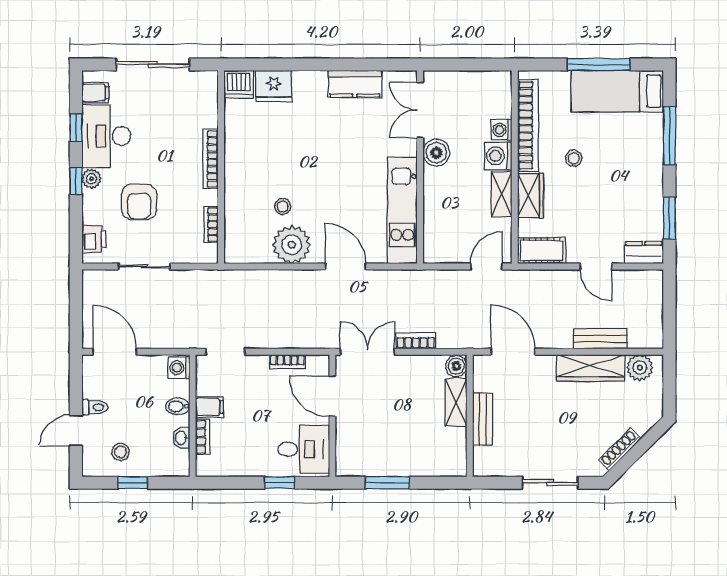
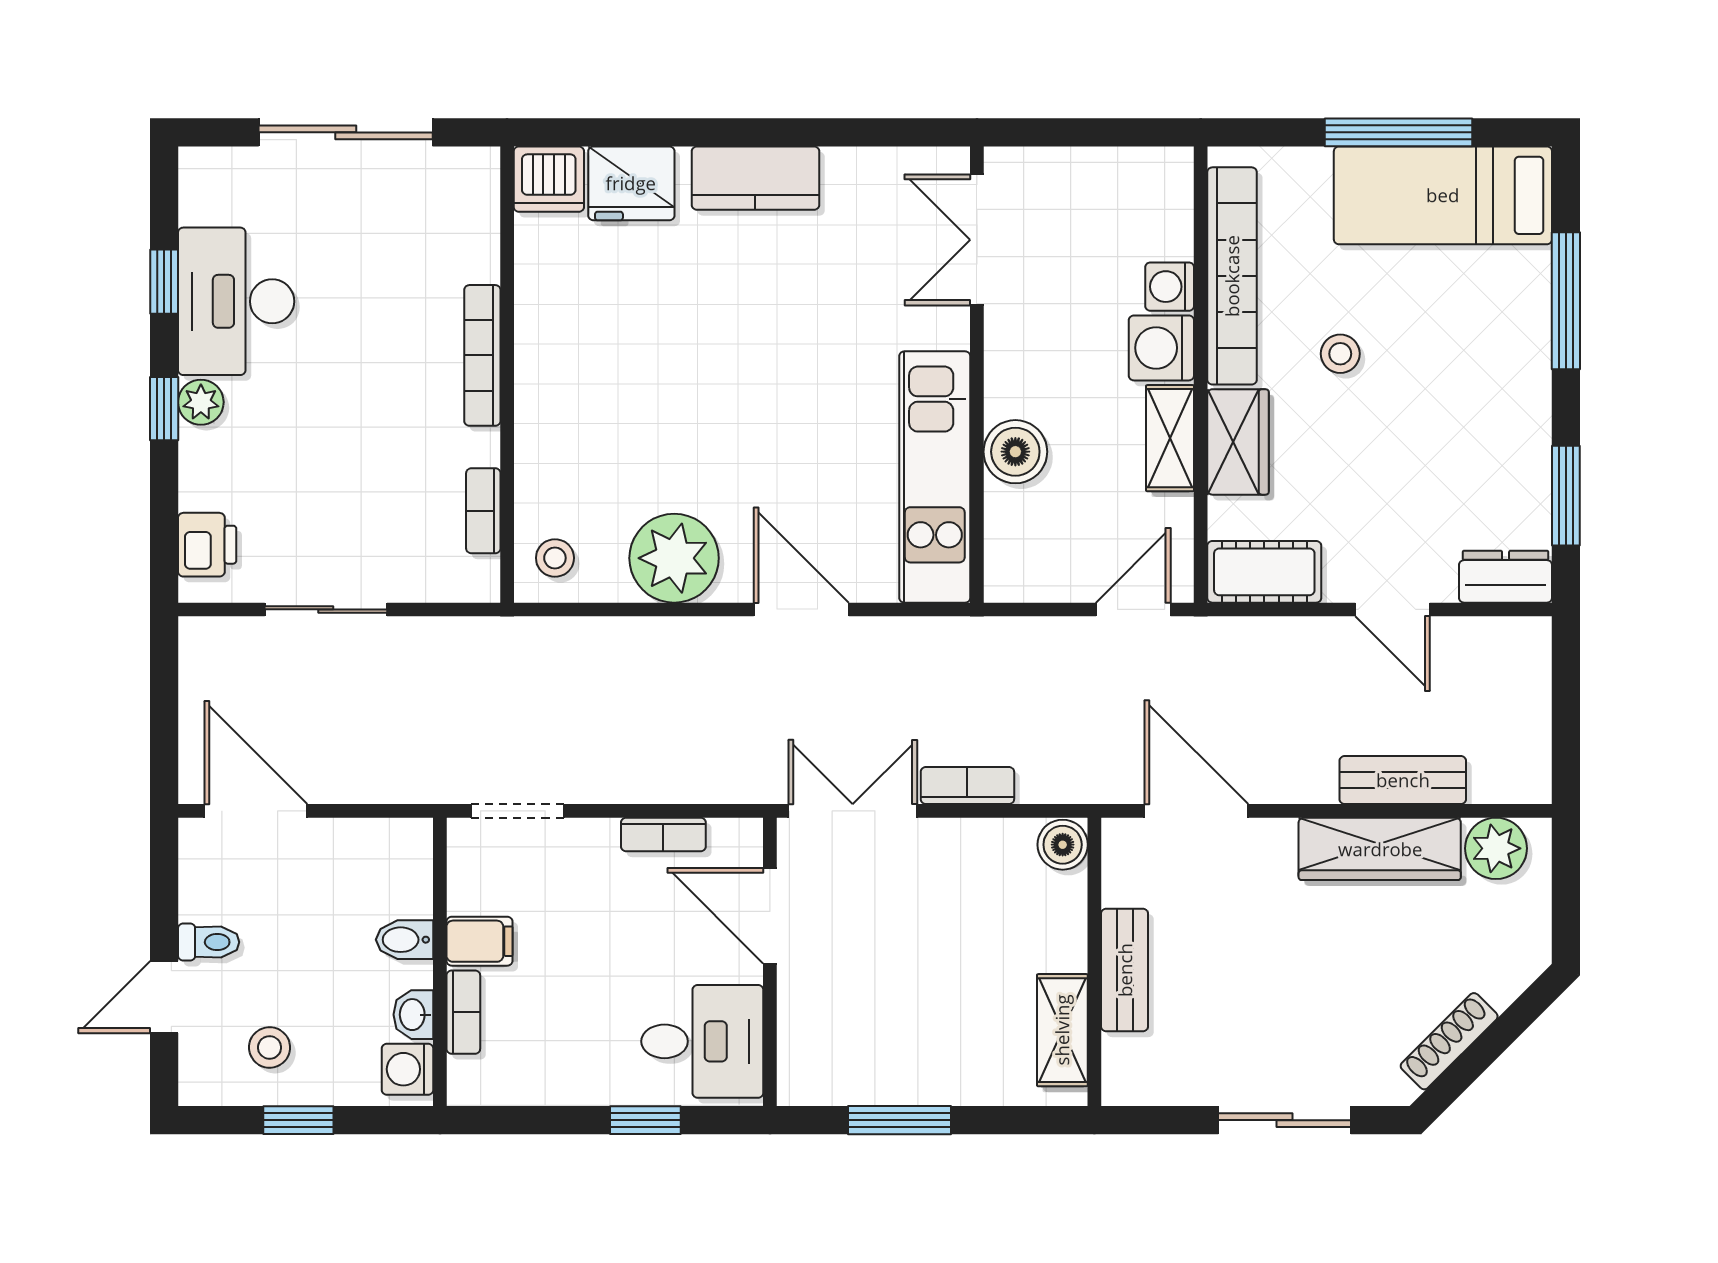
kitchen counter: (355, 84) -> (755, 178), moved
filing cabinet: (95, 93) -> (210, 199), removed
boiler: (436, 153) -> (1015, 452), moved
armchair: (139, 202) -> (314, 457), removed
stool: (283, 206) -> (555, 558), moved
washing machine: (179, 368) -> (408, 1069), moved
shelving: (456, 402) -> (1062, 1030), moved

